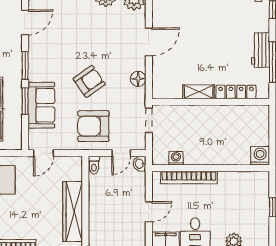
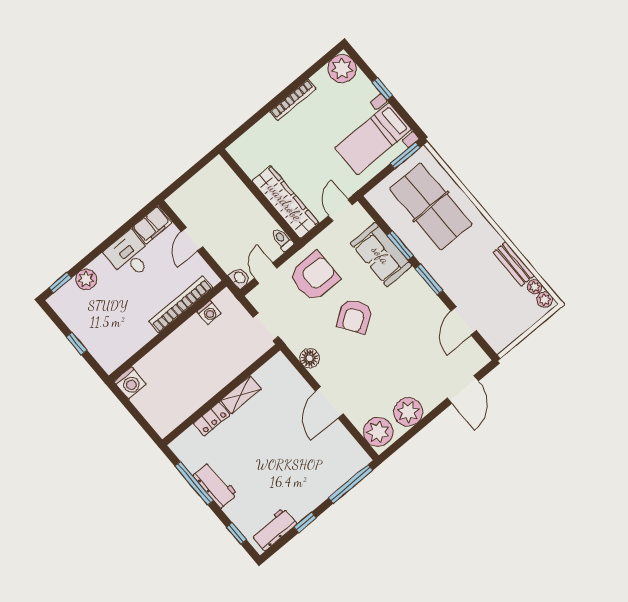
locker: (236, 92) -> (212, 419), width x0.66
wardrobe: (73, 212) -> (285, 202), moved

